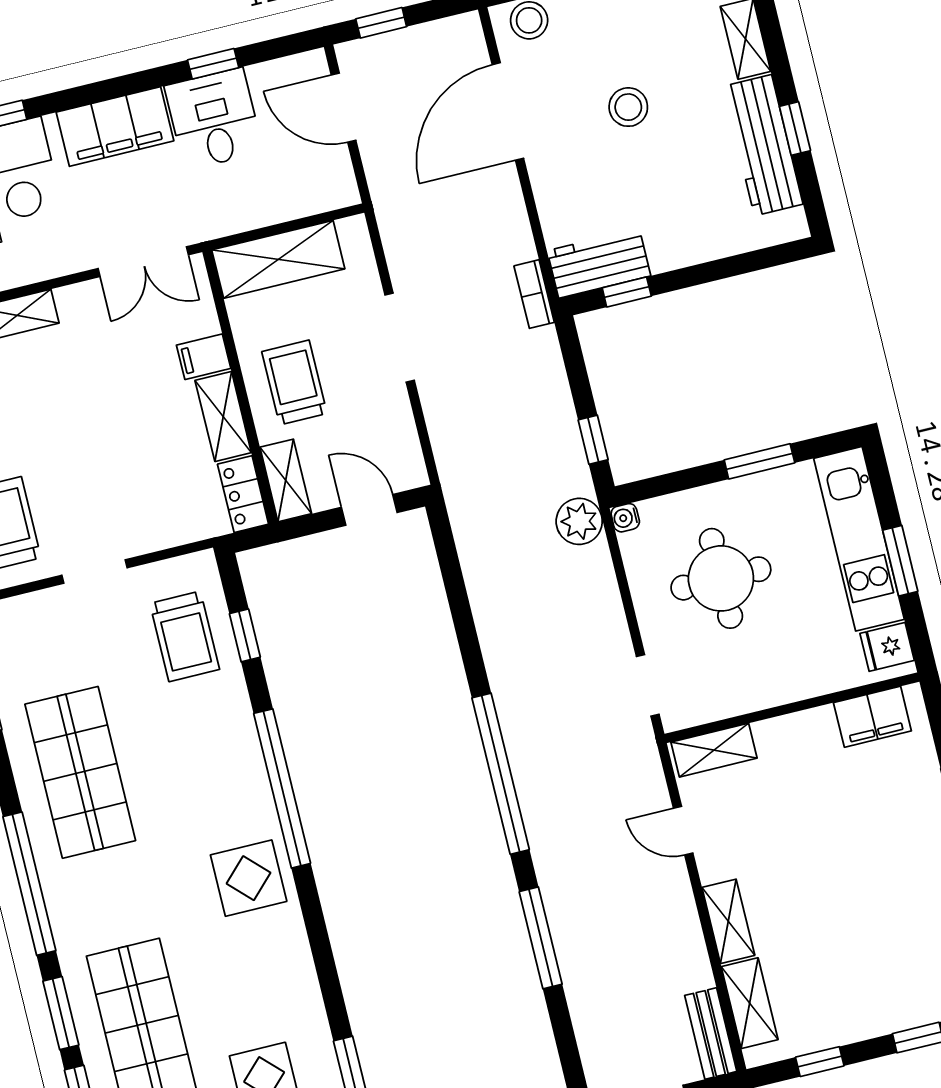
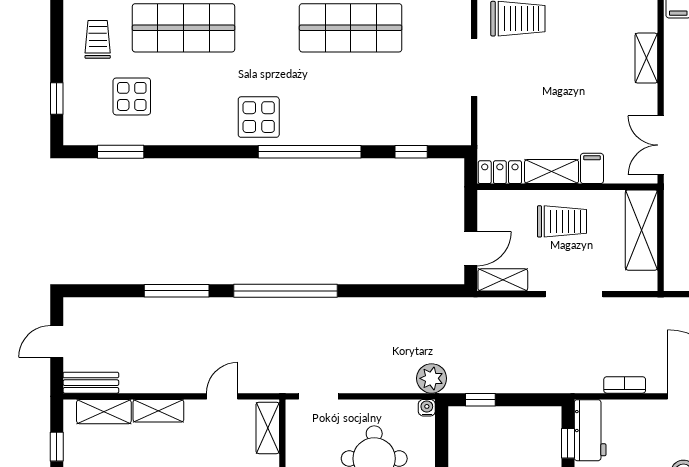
bookcase: (534, 294) -> (625, 385), moved
shelving: (286, 480) -> (503, 280), moved
doorway: (94, 572) -> (474, 67), width x1.38
trolley: (185, 636) -> (420, 114), removed

